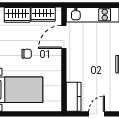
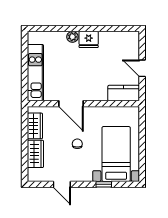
door: (64, 37) -> (71, 104), moved

